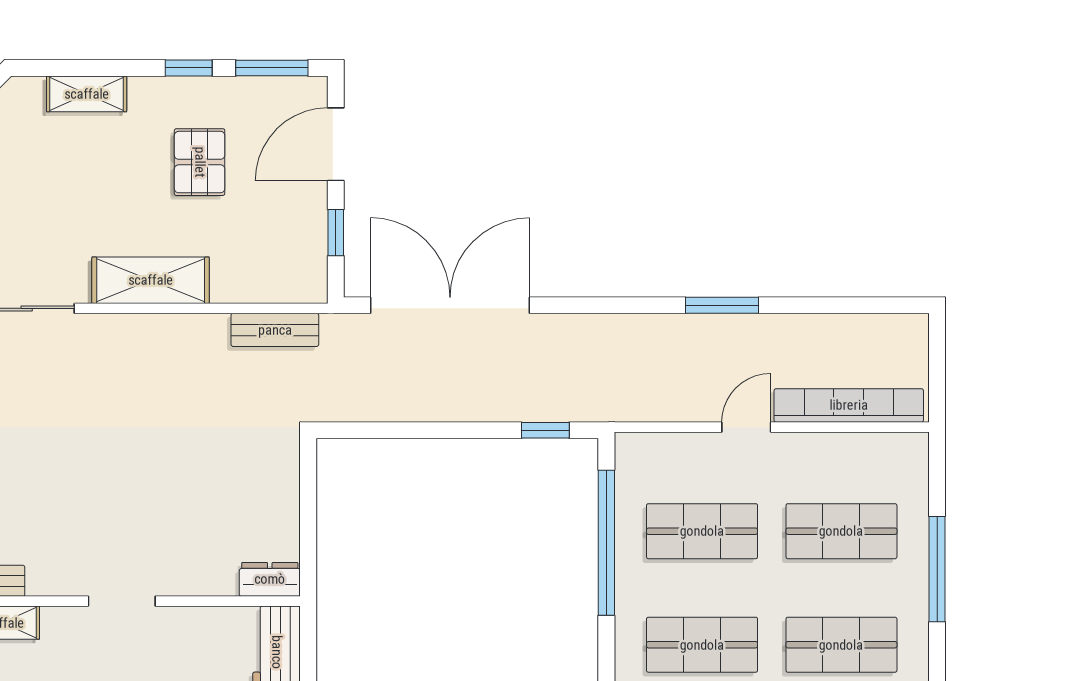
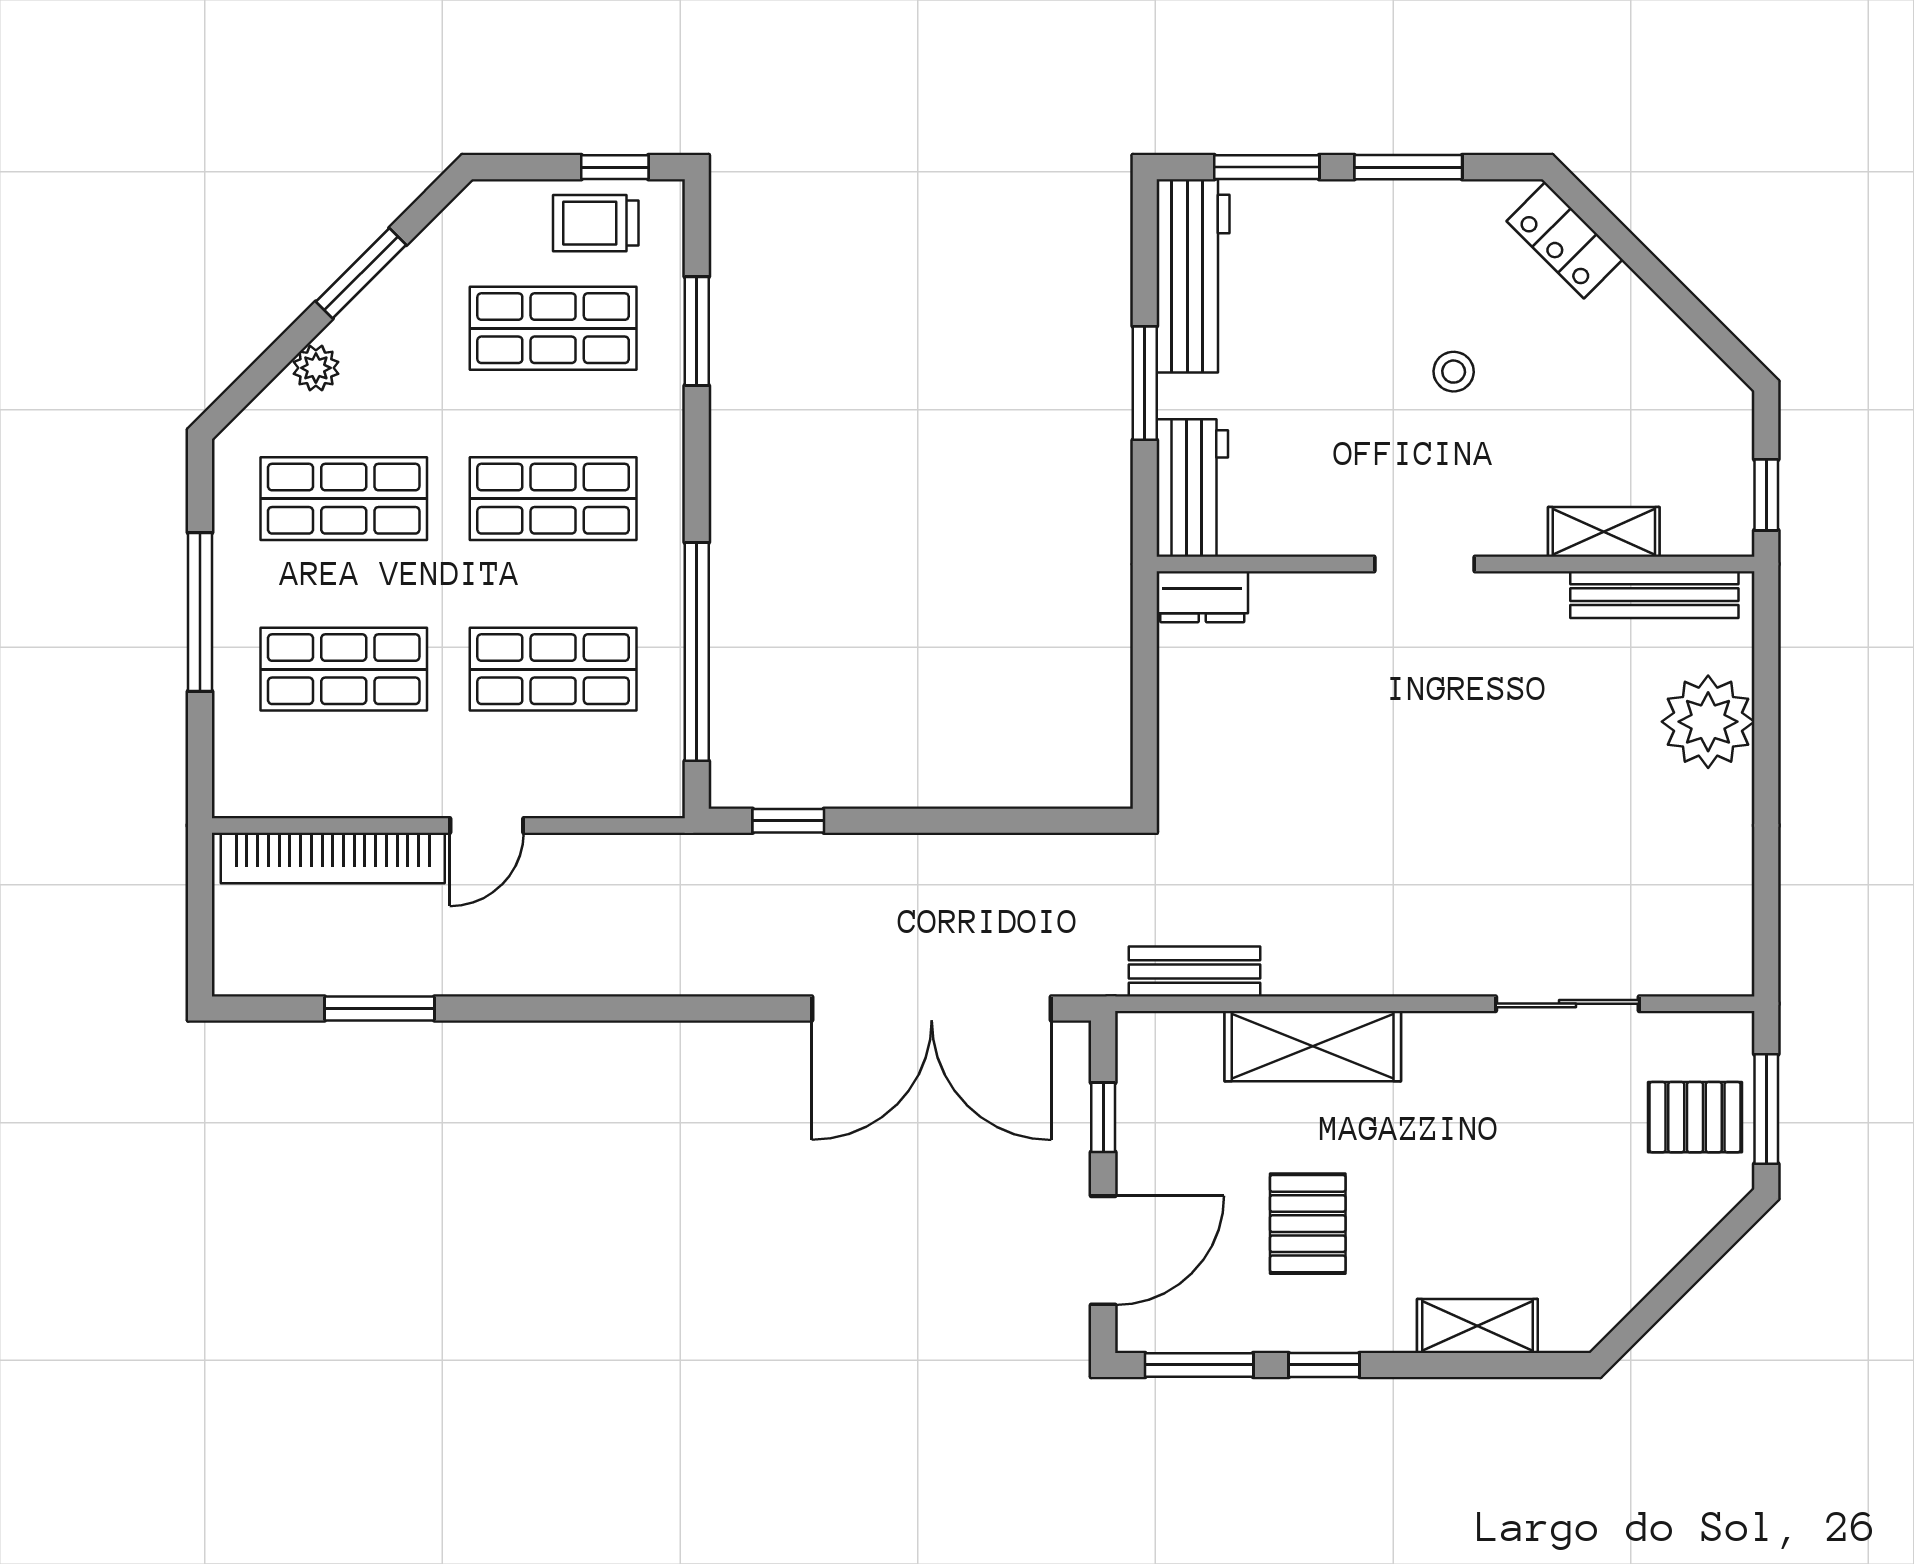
shelving: (151, 280) -> (1313, 1046), moved
window: (722, 305) -> (380, 1008), moved

